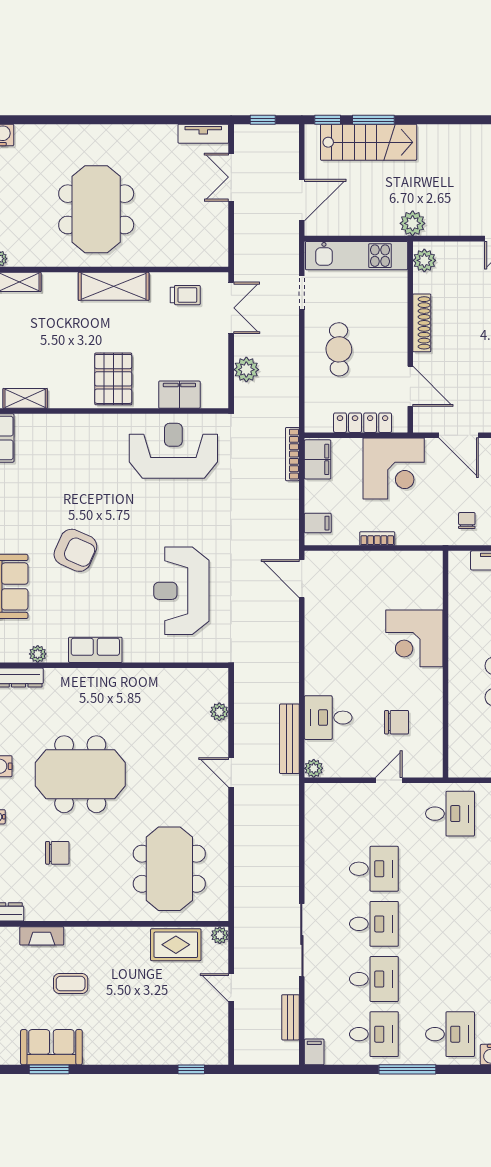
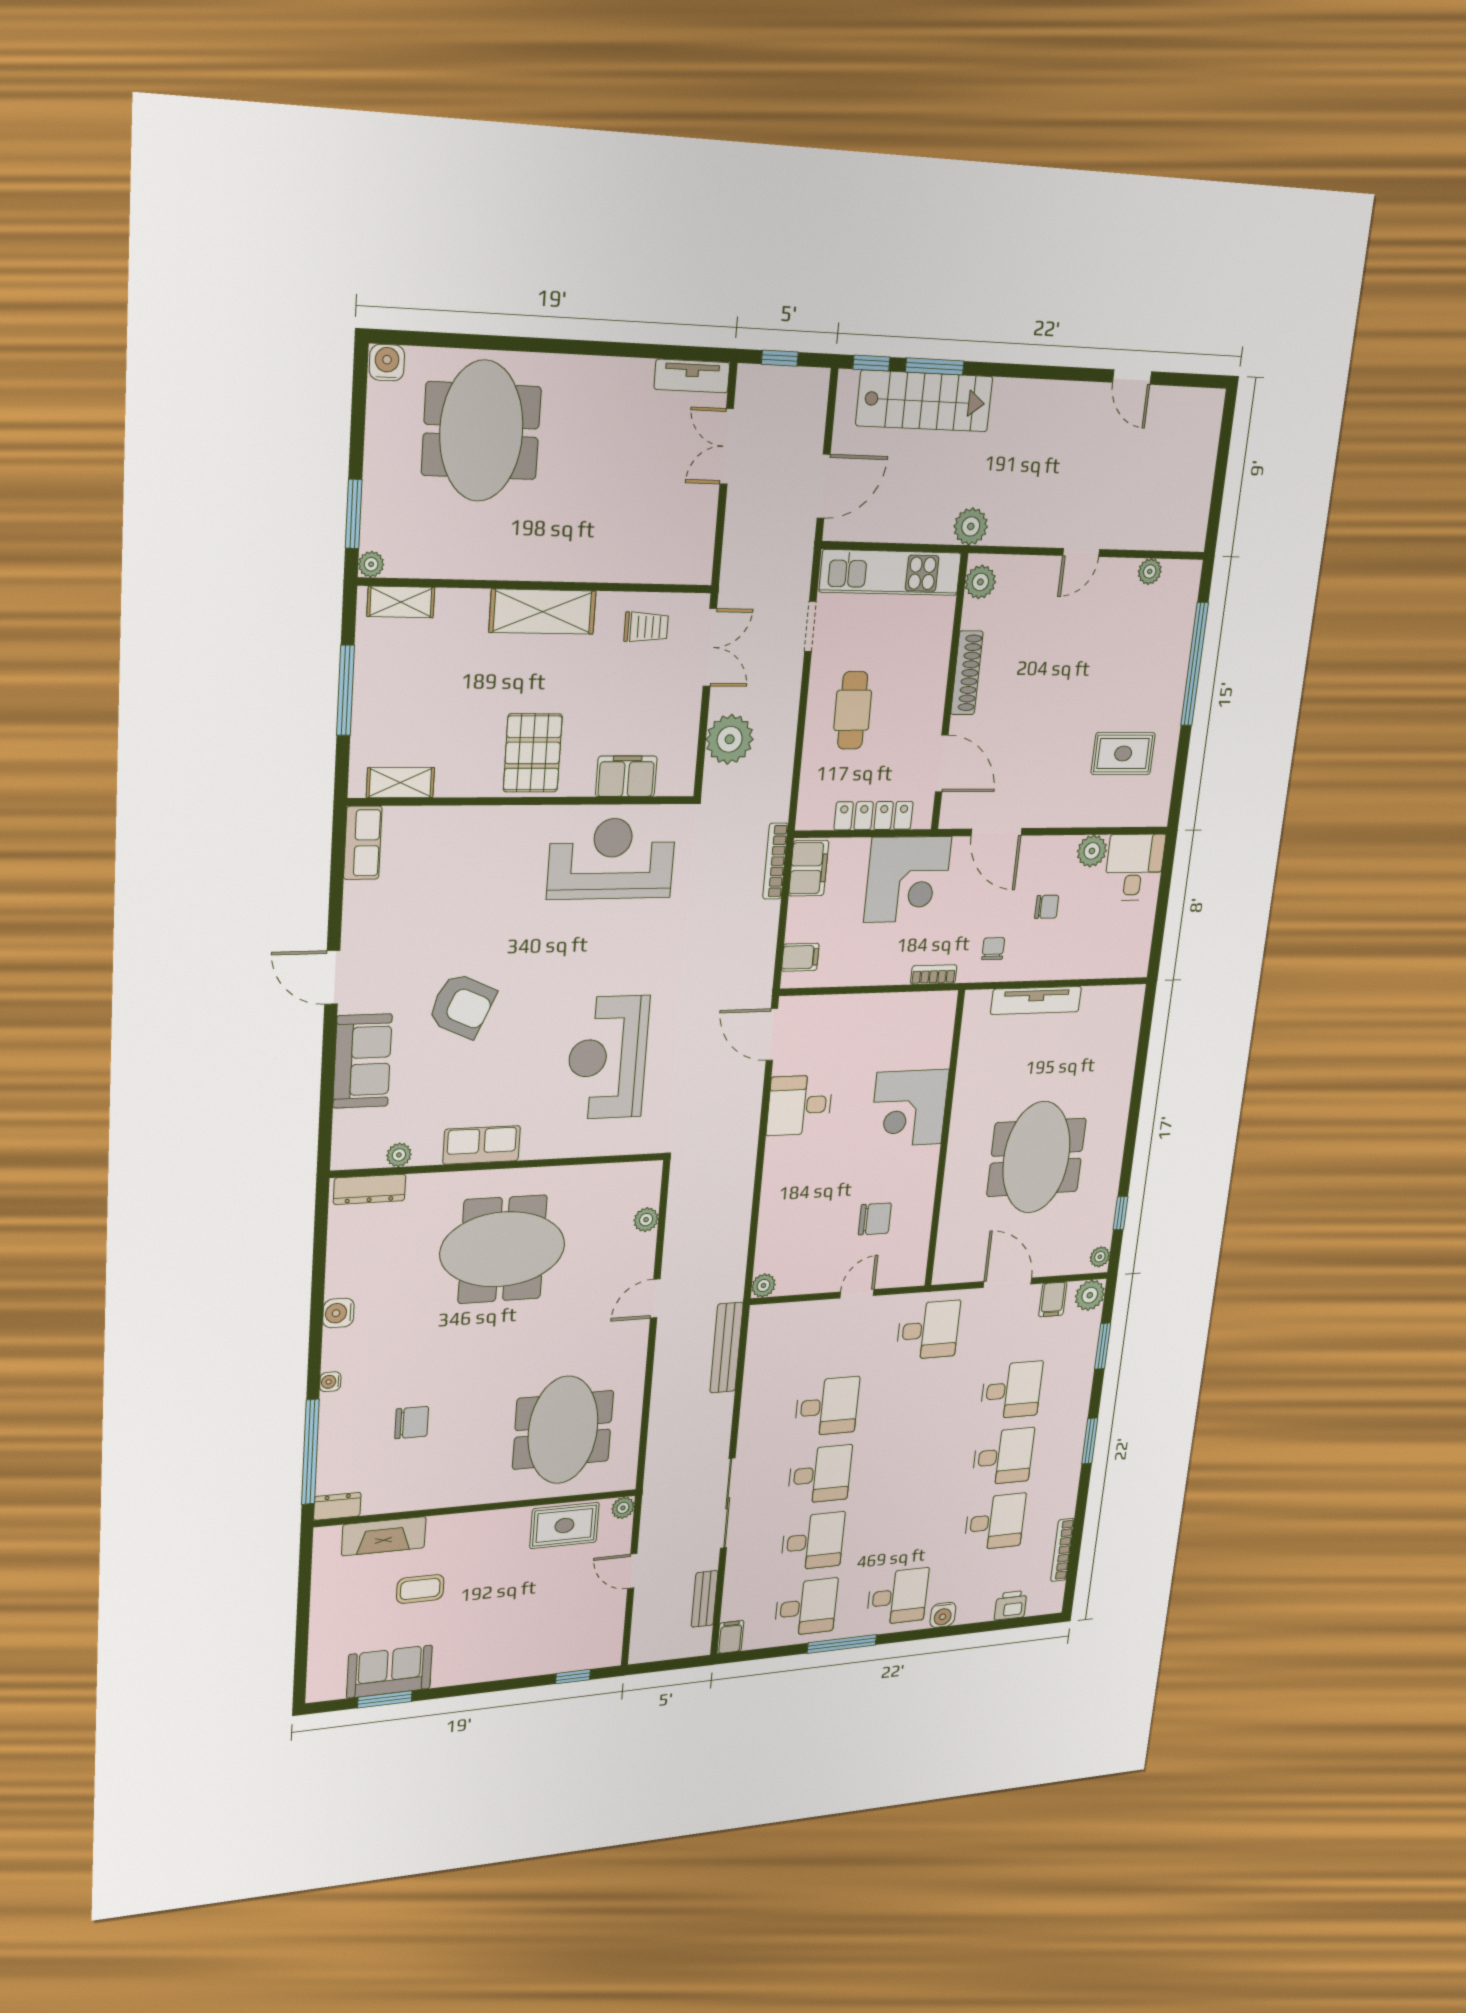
meeting table: (96, 209) -> (481, 431), moved
plant: (246, 370) -> (730, 739), width x1.36, depth x1.36
bookcase: (377, 538) -> (934, 974), moved
desk: (328, 718) -> (800, 1105), moved
bench: (289, 739) -> (727, 1348), moved
door: (231, 772) -> (655, 1298), hinge flipped
meeting table: (80, 774) -> (502, 1249), moved
fireplace: (42, 936) -> (384, 1536), width x1.37, depth x1.32

